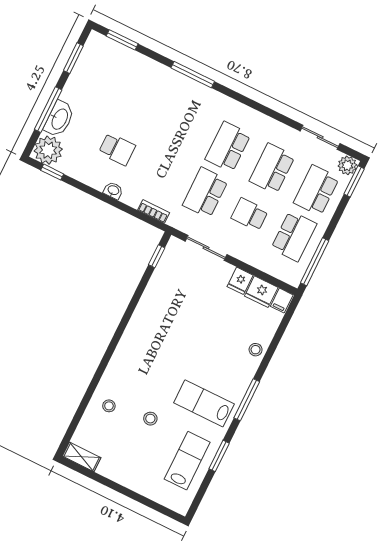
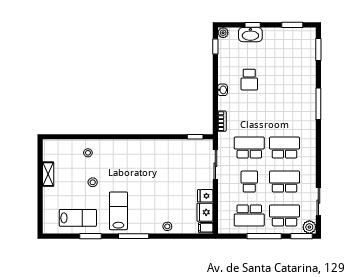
window: (48, 110) -> (253, 25), width x0.46
plant: (48, 150) -> (223, 33), width x0.53, depth x0.53
window: (315, 262) -> (264, 236), moved
shelving: (82, 457) -> (48, 174), moved

